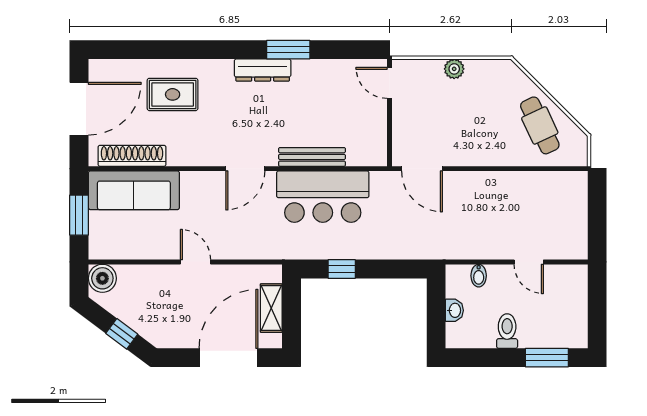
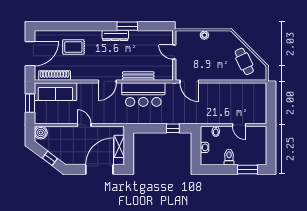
door: (389, 83) -> (174, 52), moved
window: (342, 269) -> (173, 128), moved

